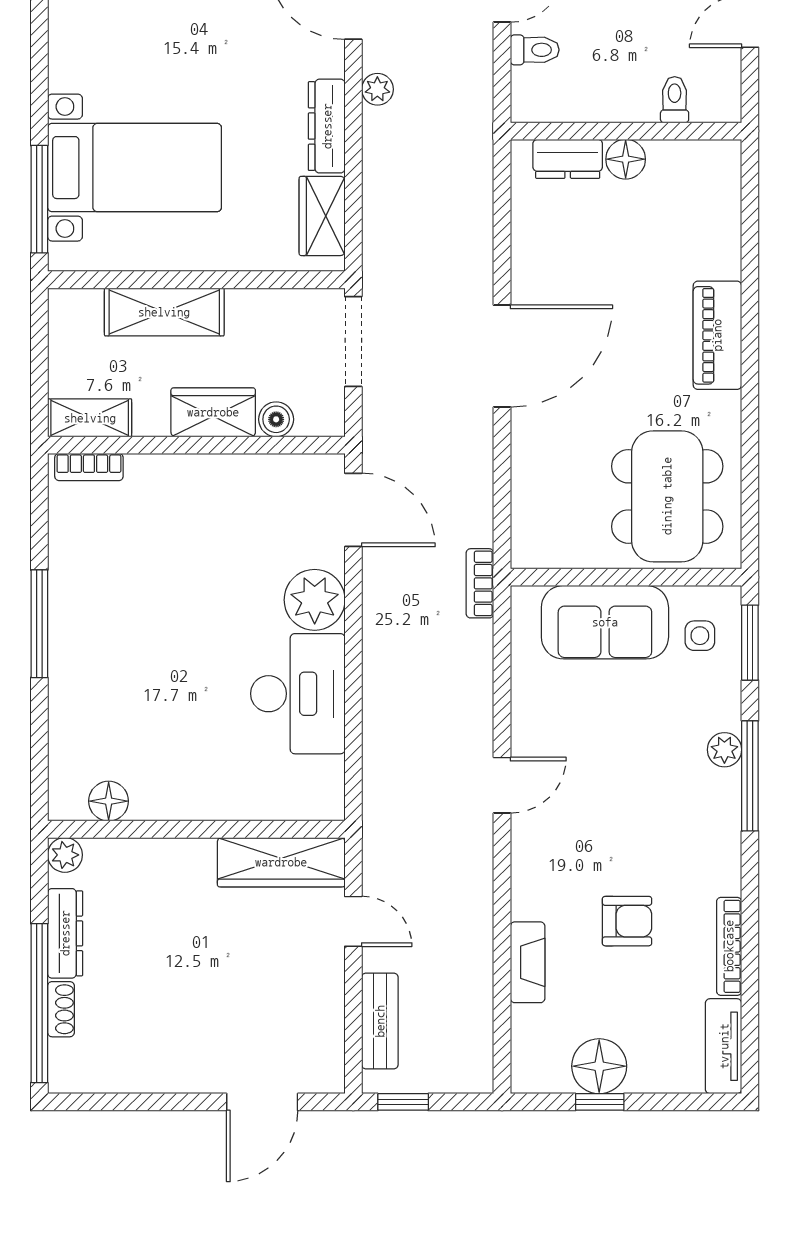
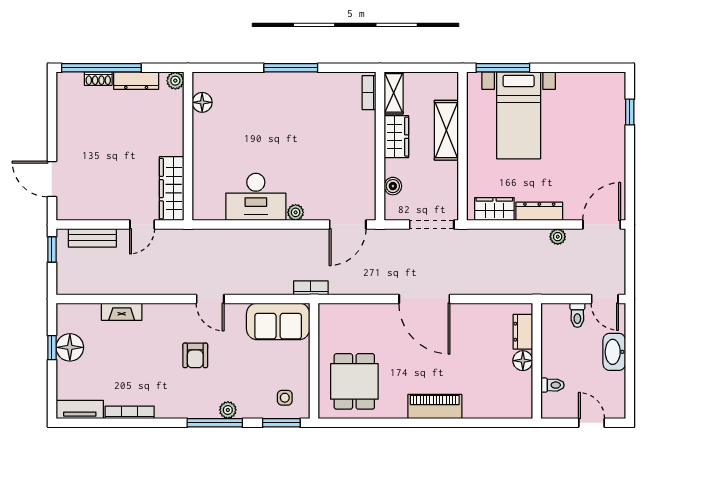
wardrobe: (213, 412) -> (396, 137), moved
dining table: (667, 496) -> (354, 381), width x0.73
plant: (315, 600) -> (296, 212), width x0.53, depth x0.53
sofa: (605, 622) -> (278, 321), moved, turned -90
armchair: (627, 921) -> (195, 355), moved

